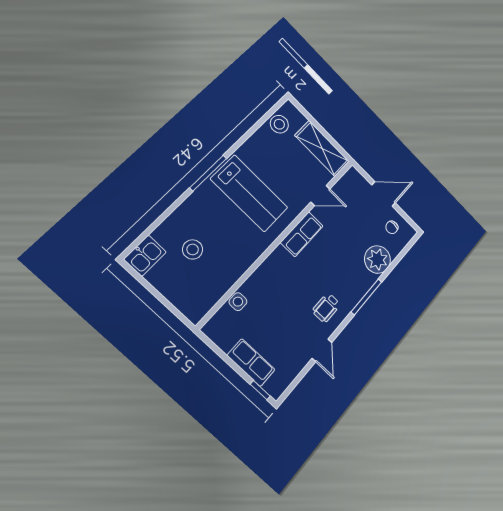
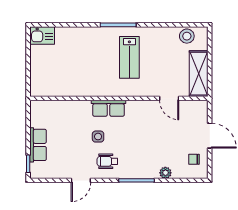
lab bench: (249, 193) -> (129, 57), width x0.73, depth x0.72
row of seats: (302, 234) -> (109, 108), moved
stool: (193, 249) -> (69, 56), removed
plant: (377, 259) -> (165, 173), width x0.53, depth x0.53
side table: (238, 302) -> (98, 137), moved

